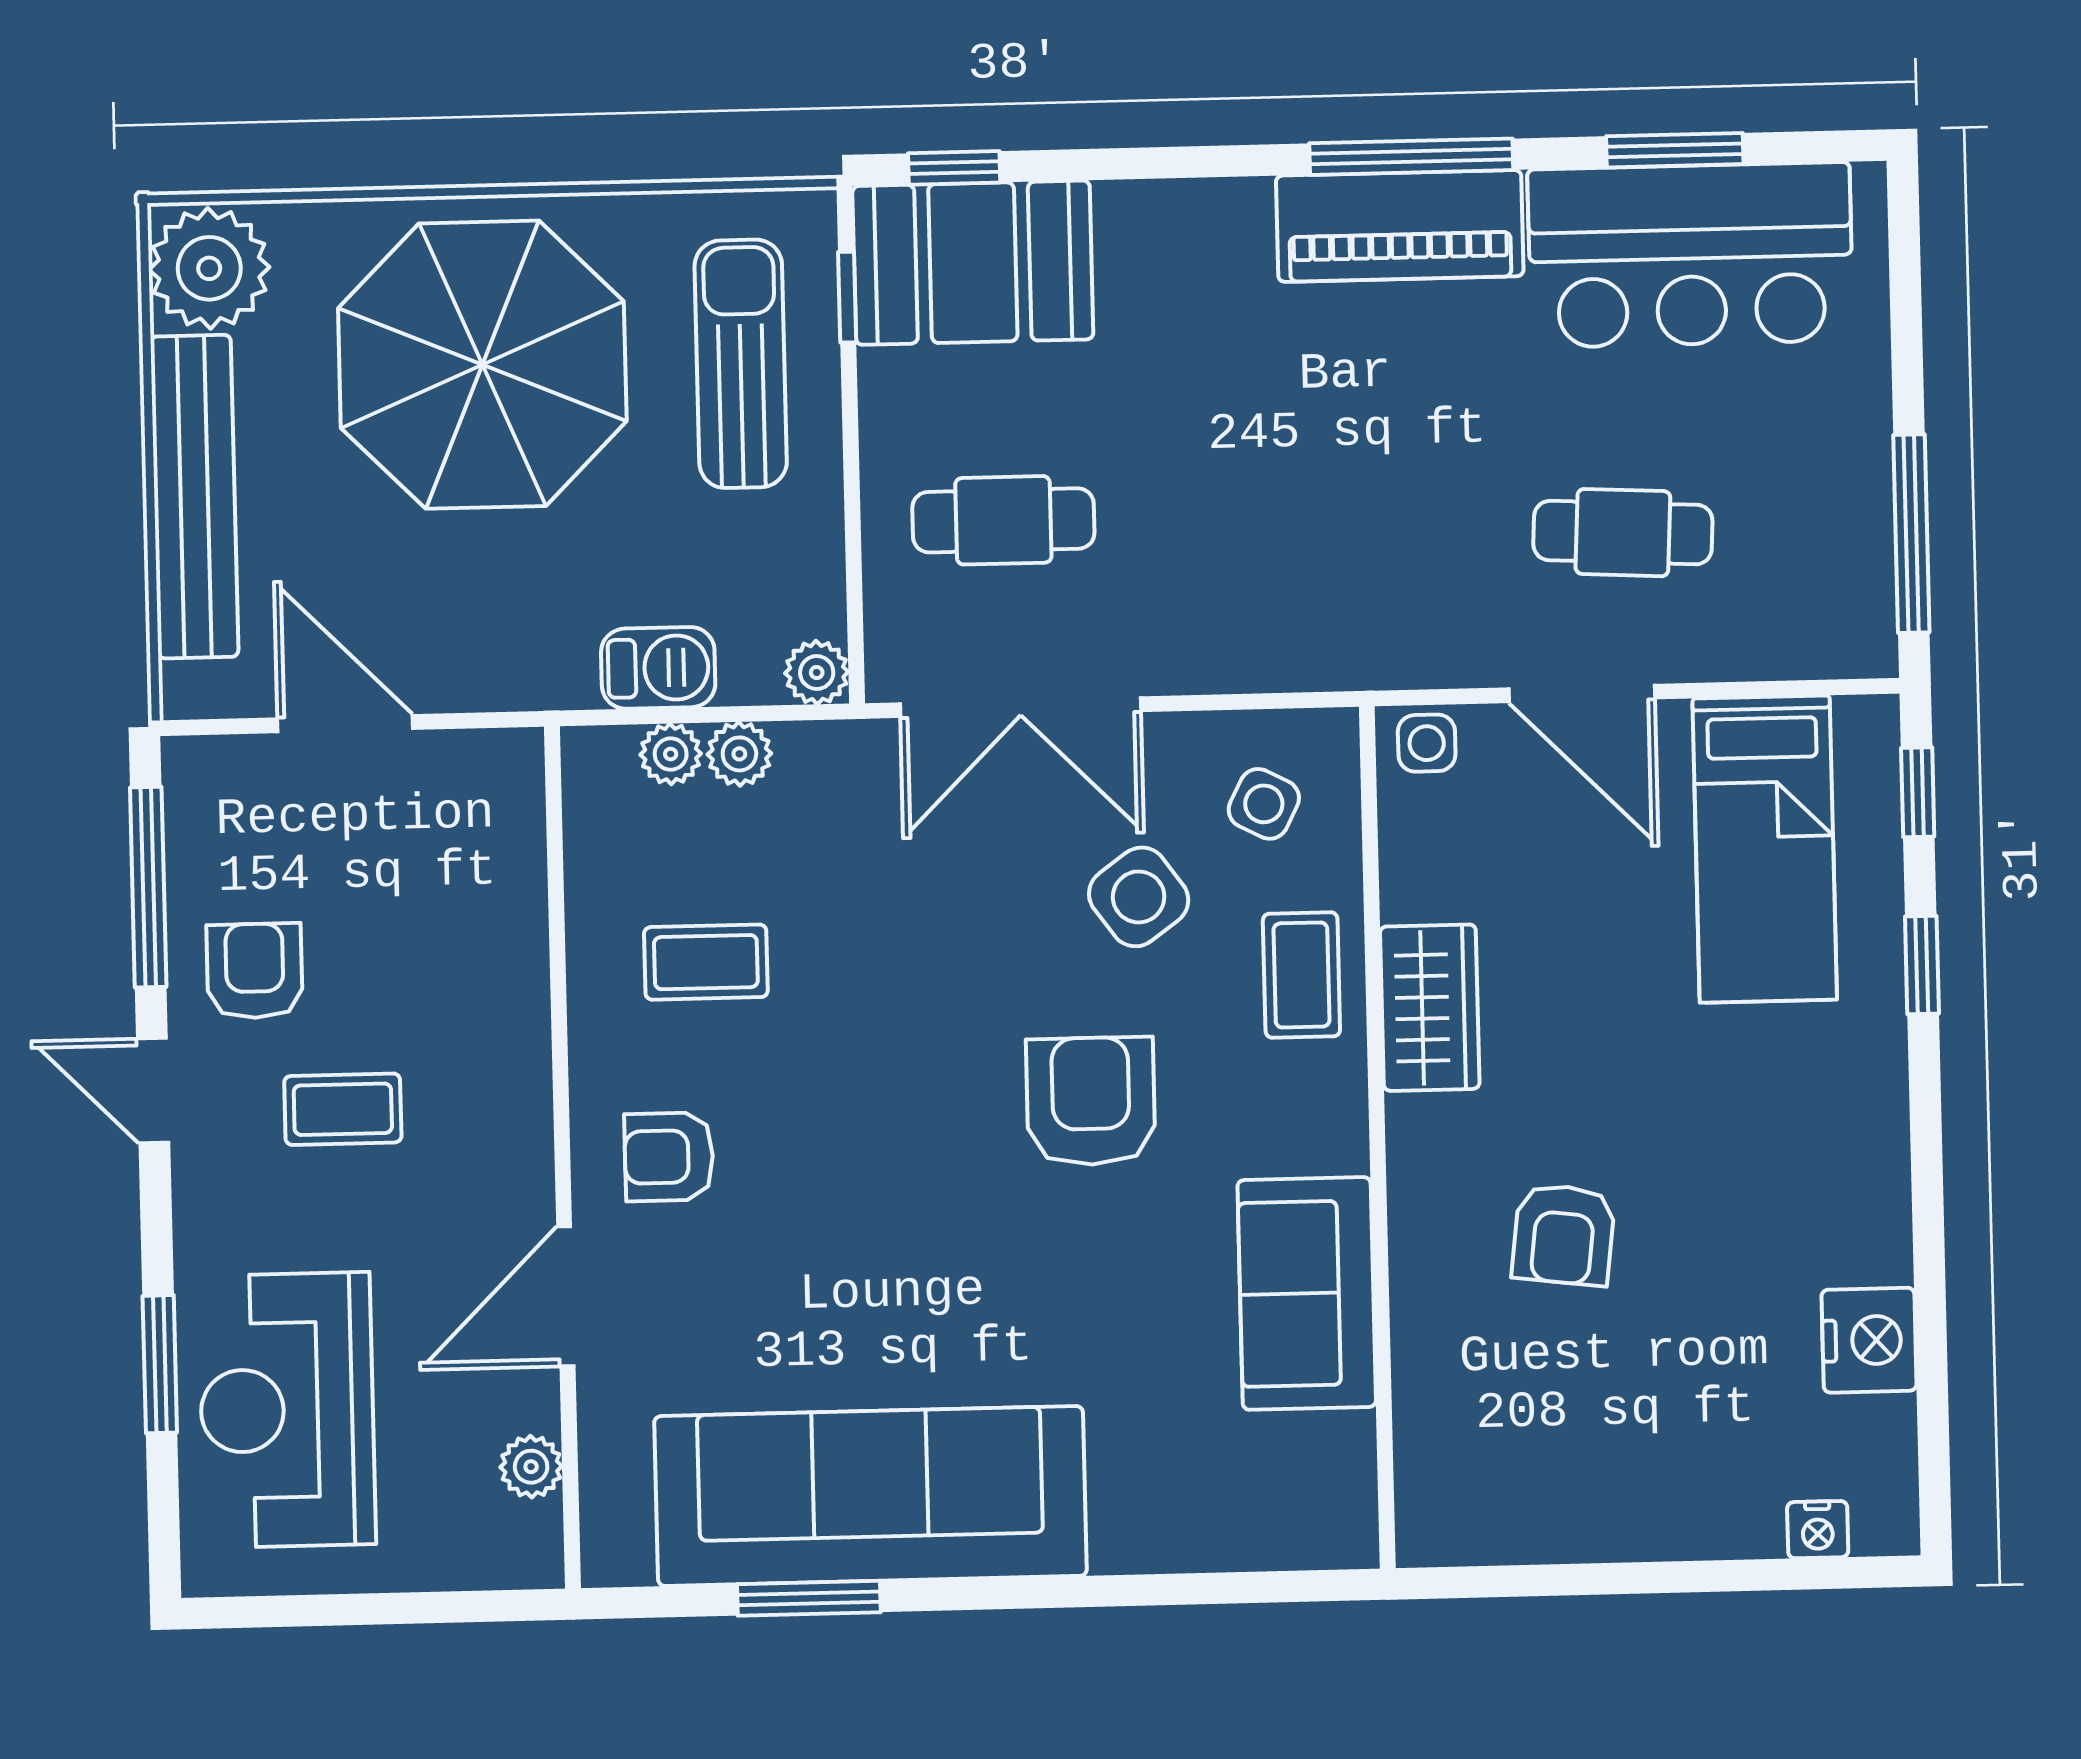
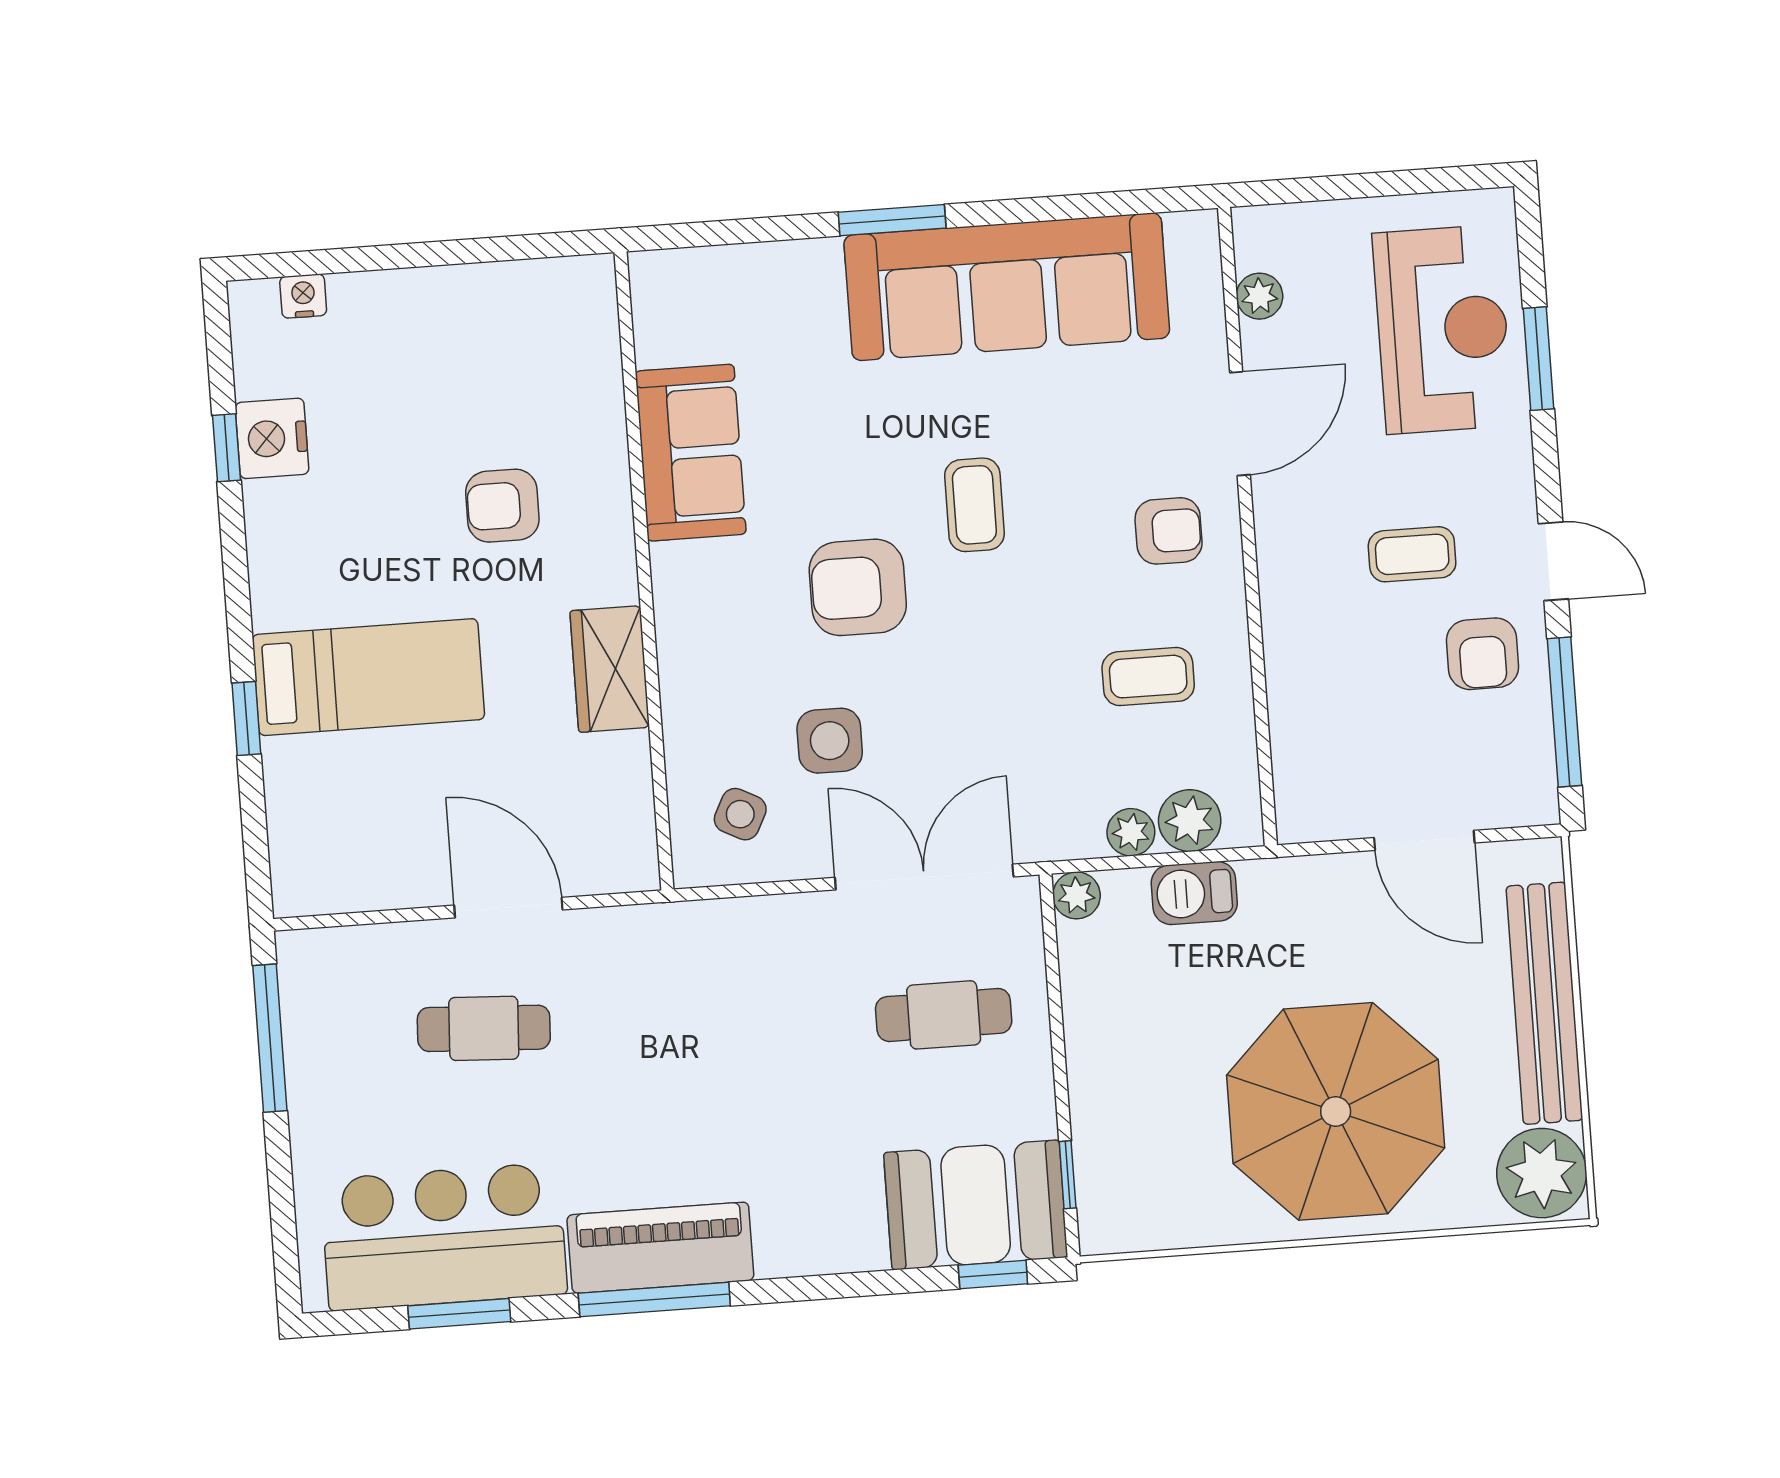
sun lounger: (741, 364) -> (1144, 1121), removed
side table: (1427, 743) -> (622, 865), removed
plant: (671, 754) -> (1190, 821), width x1.38, depth x1.38
window: (1918, 792) -> (227, 448), moved
bed: (1765, 849) -> (368, 677), moved, turned 90
side table: (1139, 897) -> (830, 741), turned 36
coffee table: (1301, 975) -> (974, 505), moved
armchair: (1091, 1101) -> (858, 587), turned 90
armchair: (1563, 1235) -> (502, 506), turned -97
window: (809, 1598) -> (892, 220), moved

